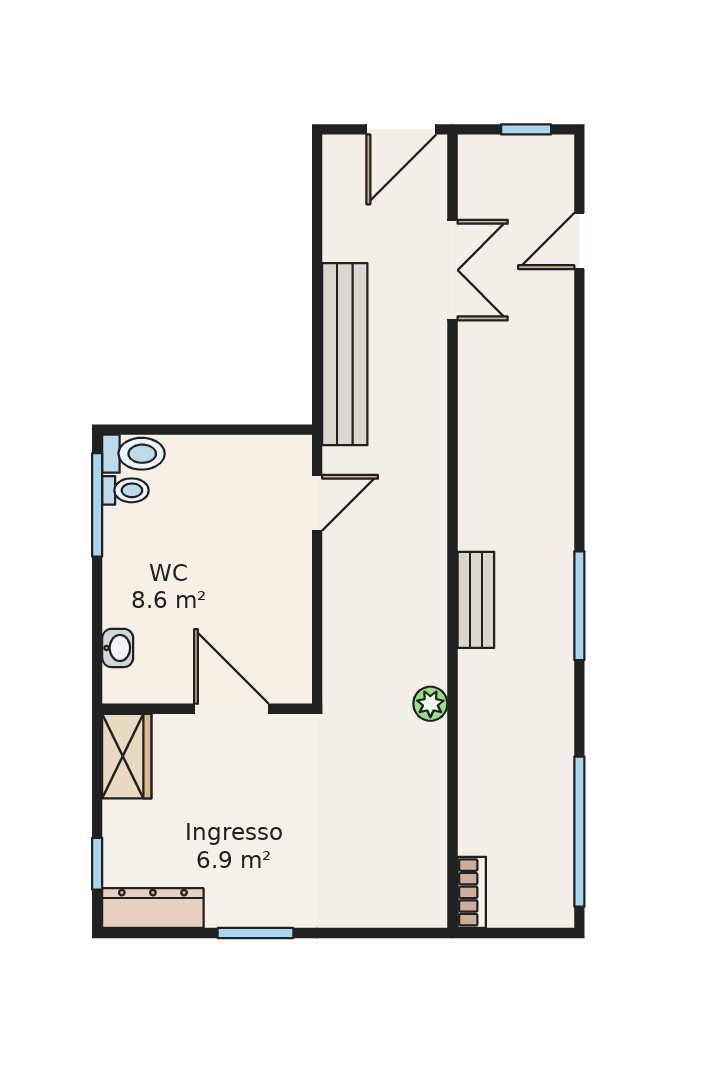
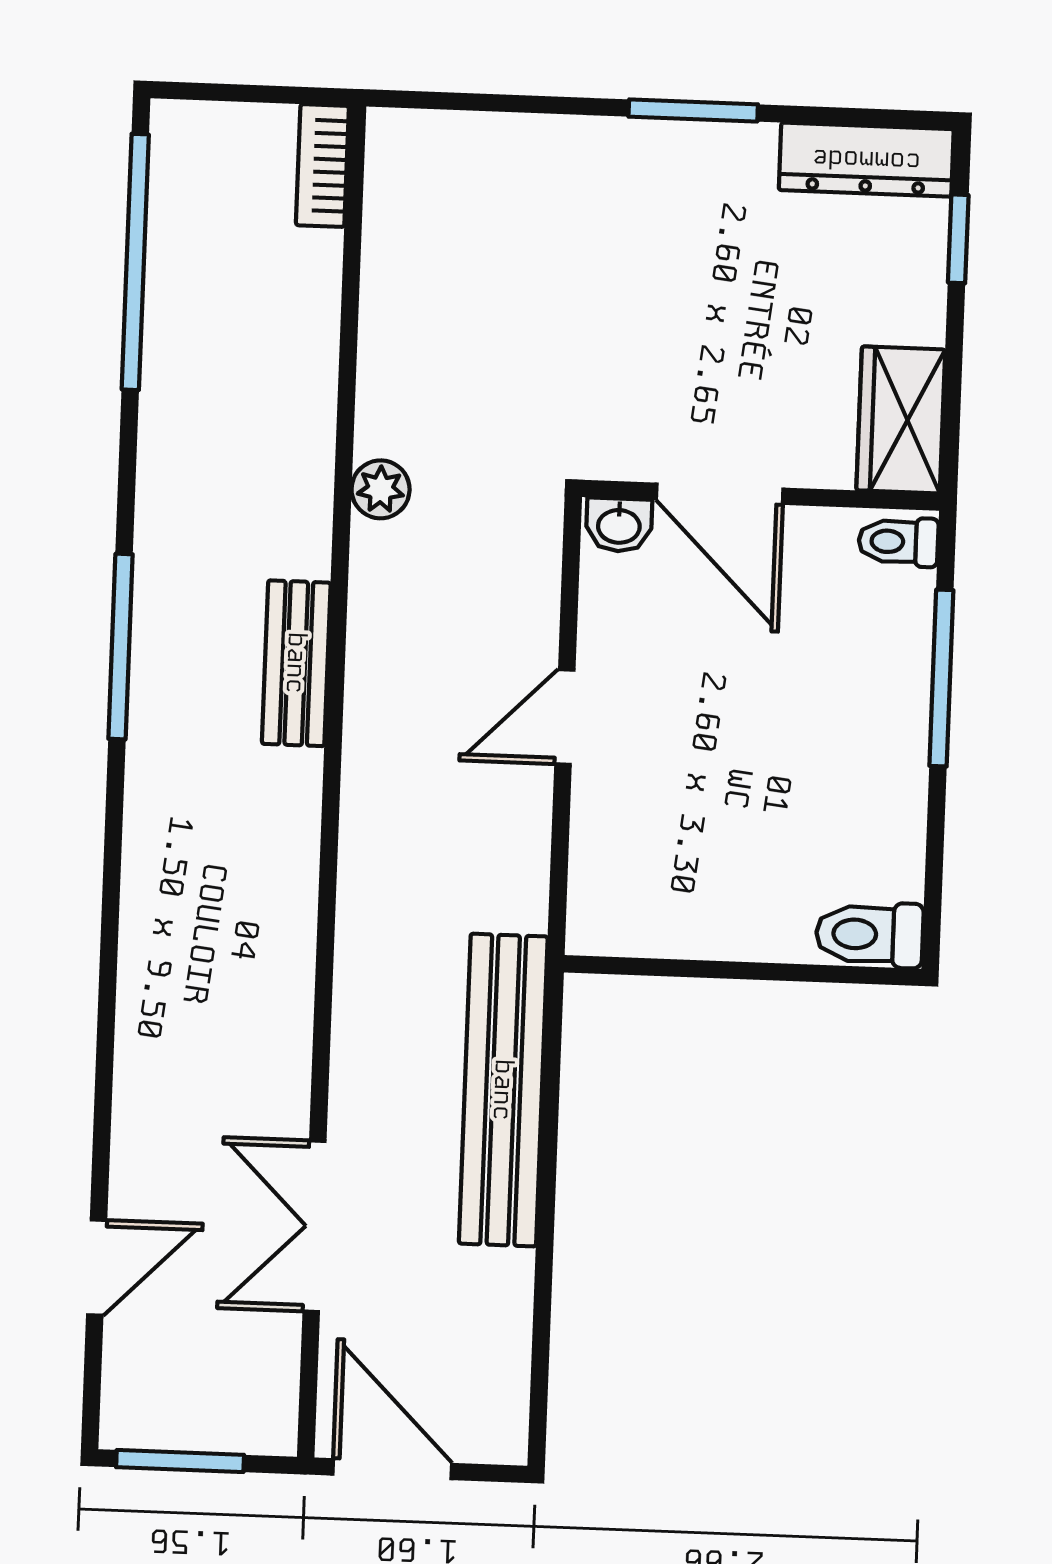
door: (401, 129) -> (392, 1469), hinge flipped
window: (526, 129) -> (180, 1461), width x1.50
toilet: (125, 490) -> (898, 542), moved
door: (317, 503) -> (565, 717), moved
window: (97, 505) -> (941, 678), moved
washbasin: (118, 648) -> (619, 525), moved, turned -90

